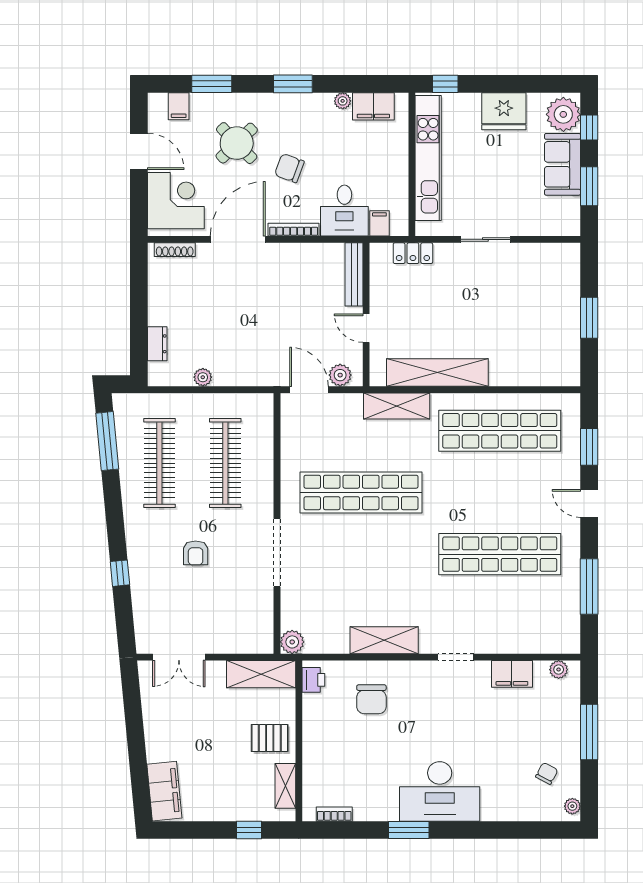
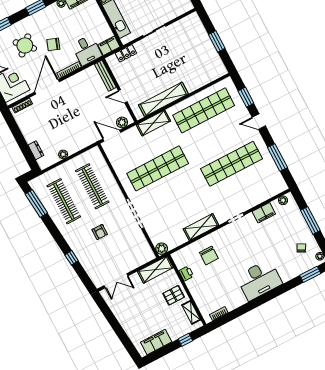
filing cabinet: (379, 223) -> (109, 46), width x2.00
printer: (313, 680) -> (186, 274), moved
filing cabinet: (164, 791) -> (156, 342), moved, turned -85
window: (409, 830) -> (310, 274), moved

